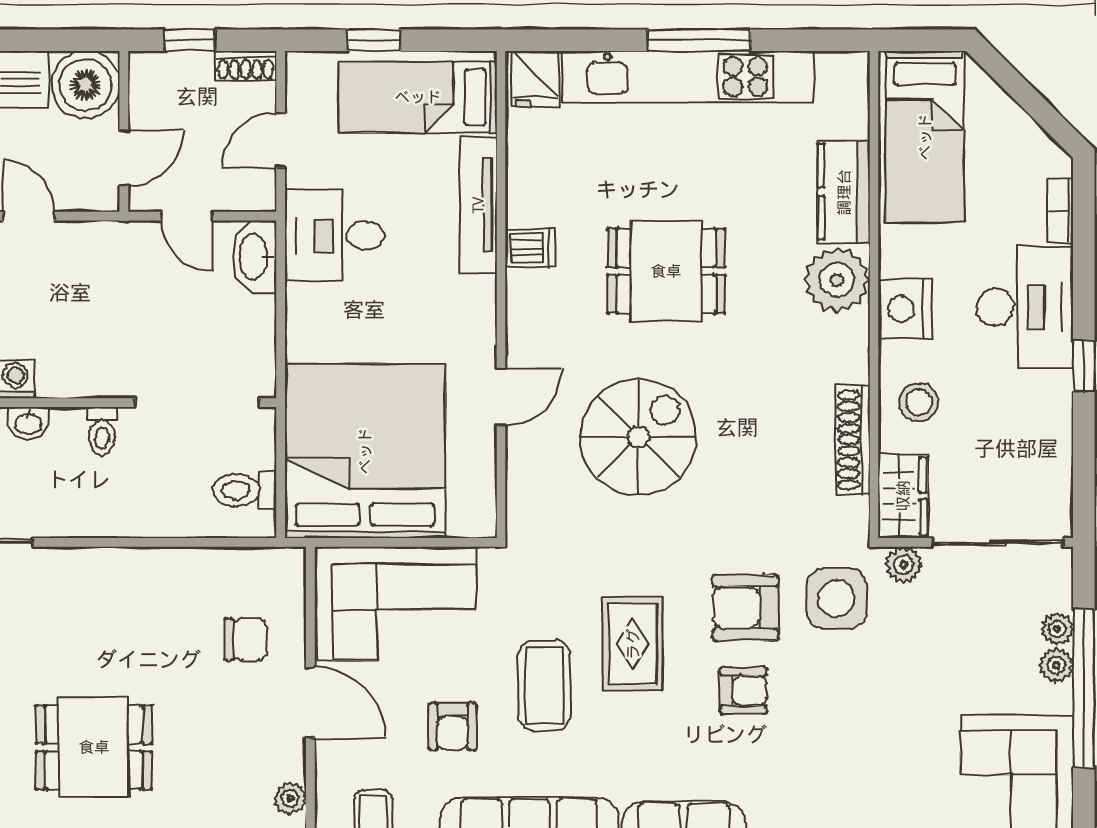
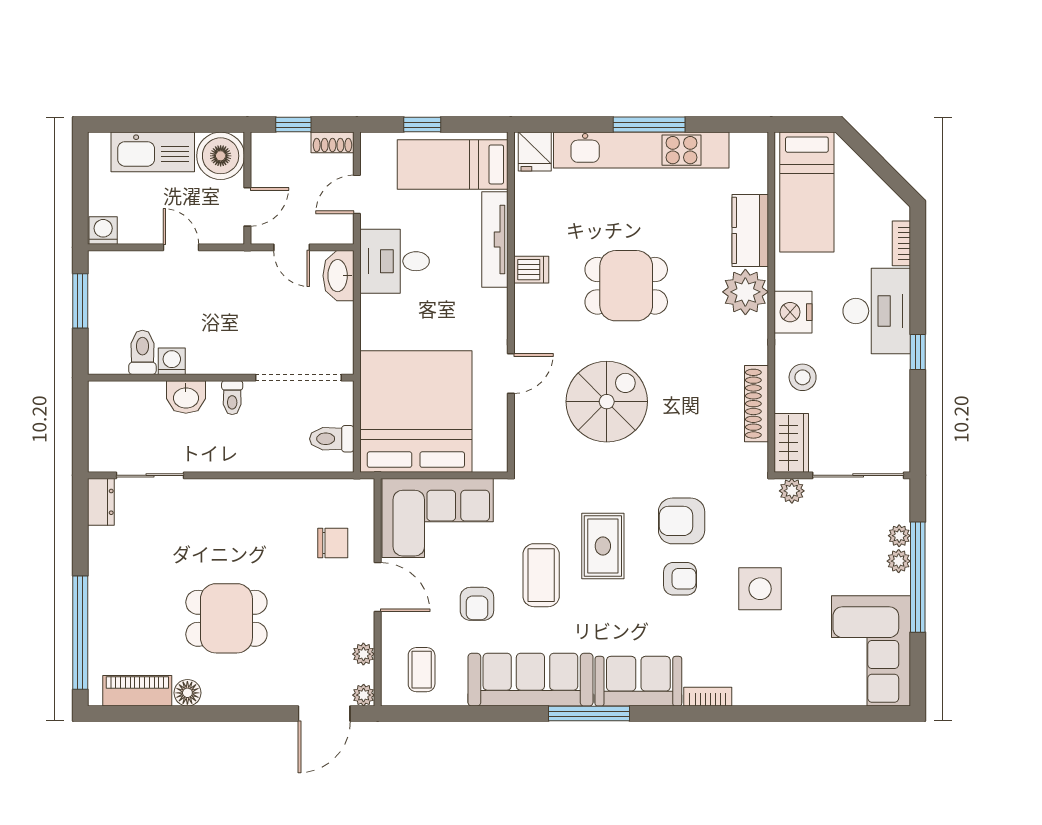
washbasin: (28, 423) -> (186, 397), width x1.38, depth x1.45
side table: (836, 599) -> (760, 589), moved

